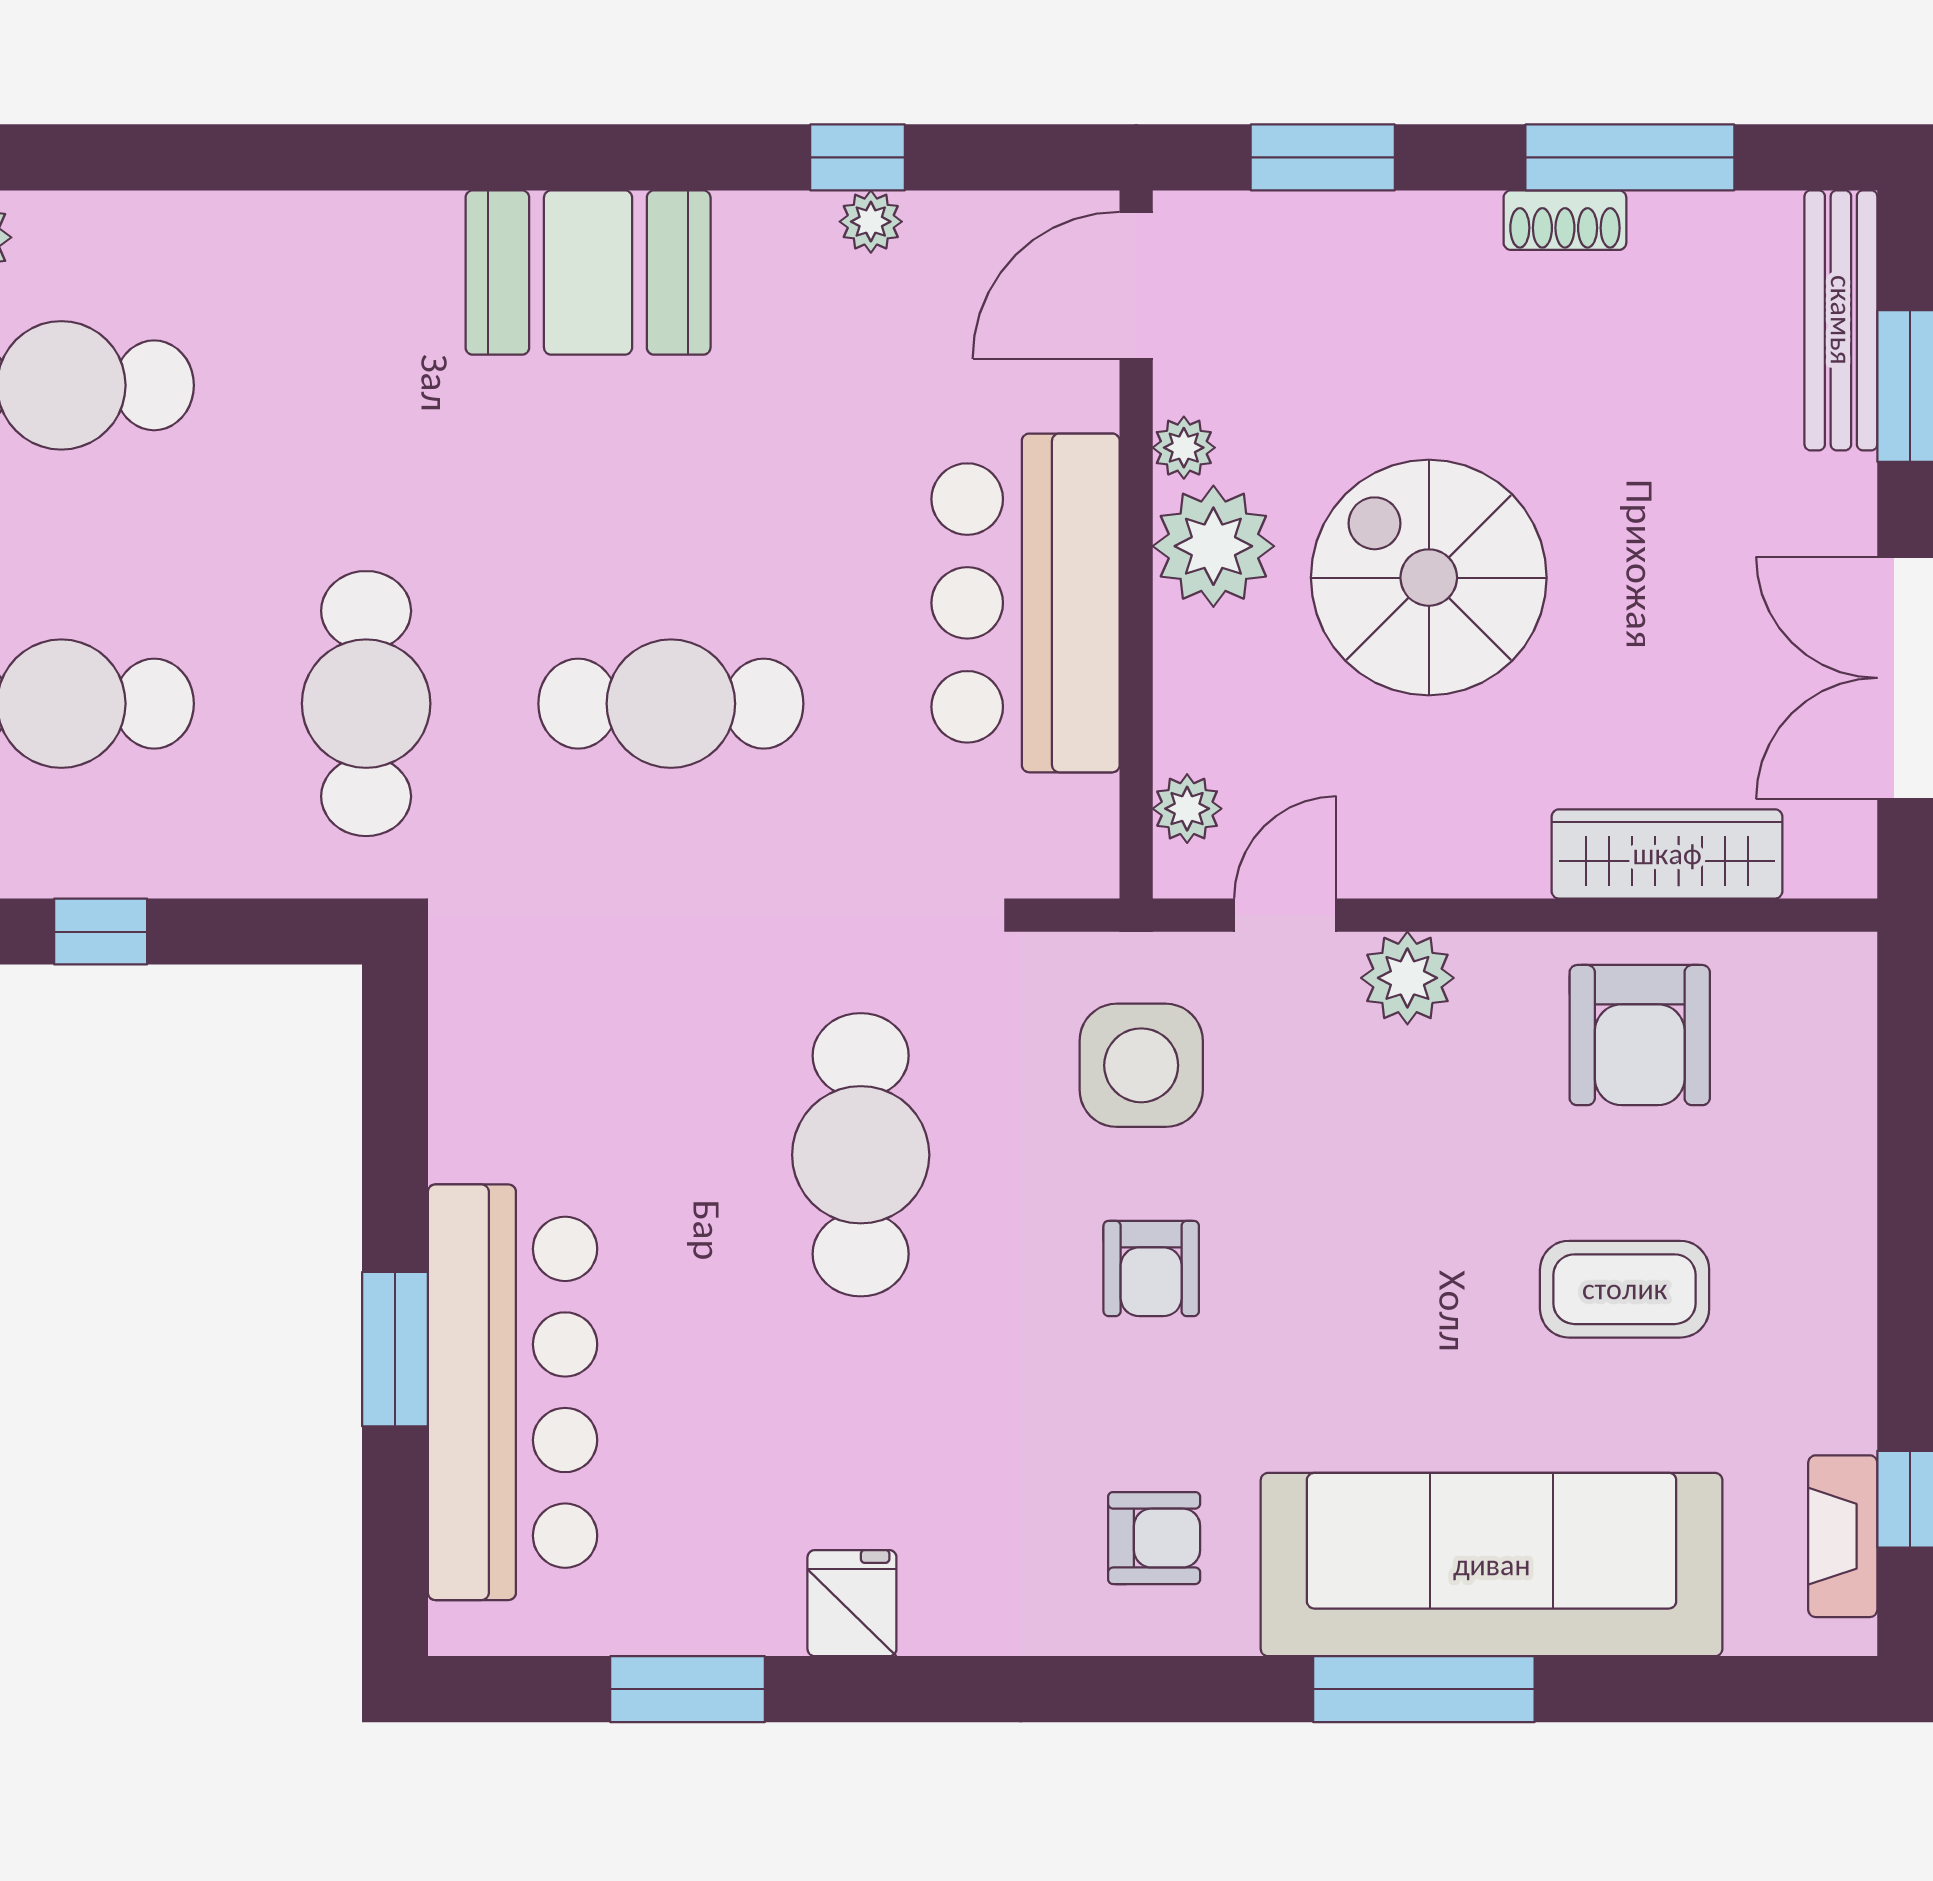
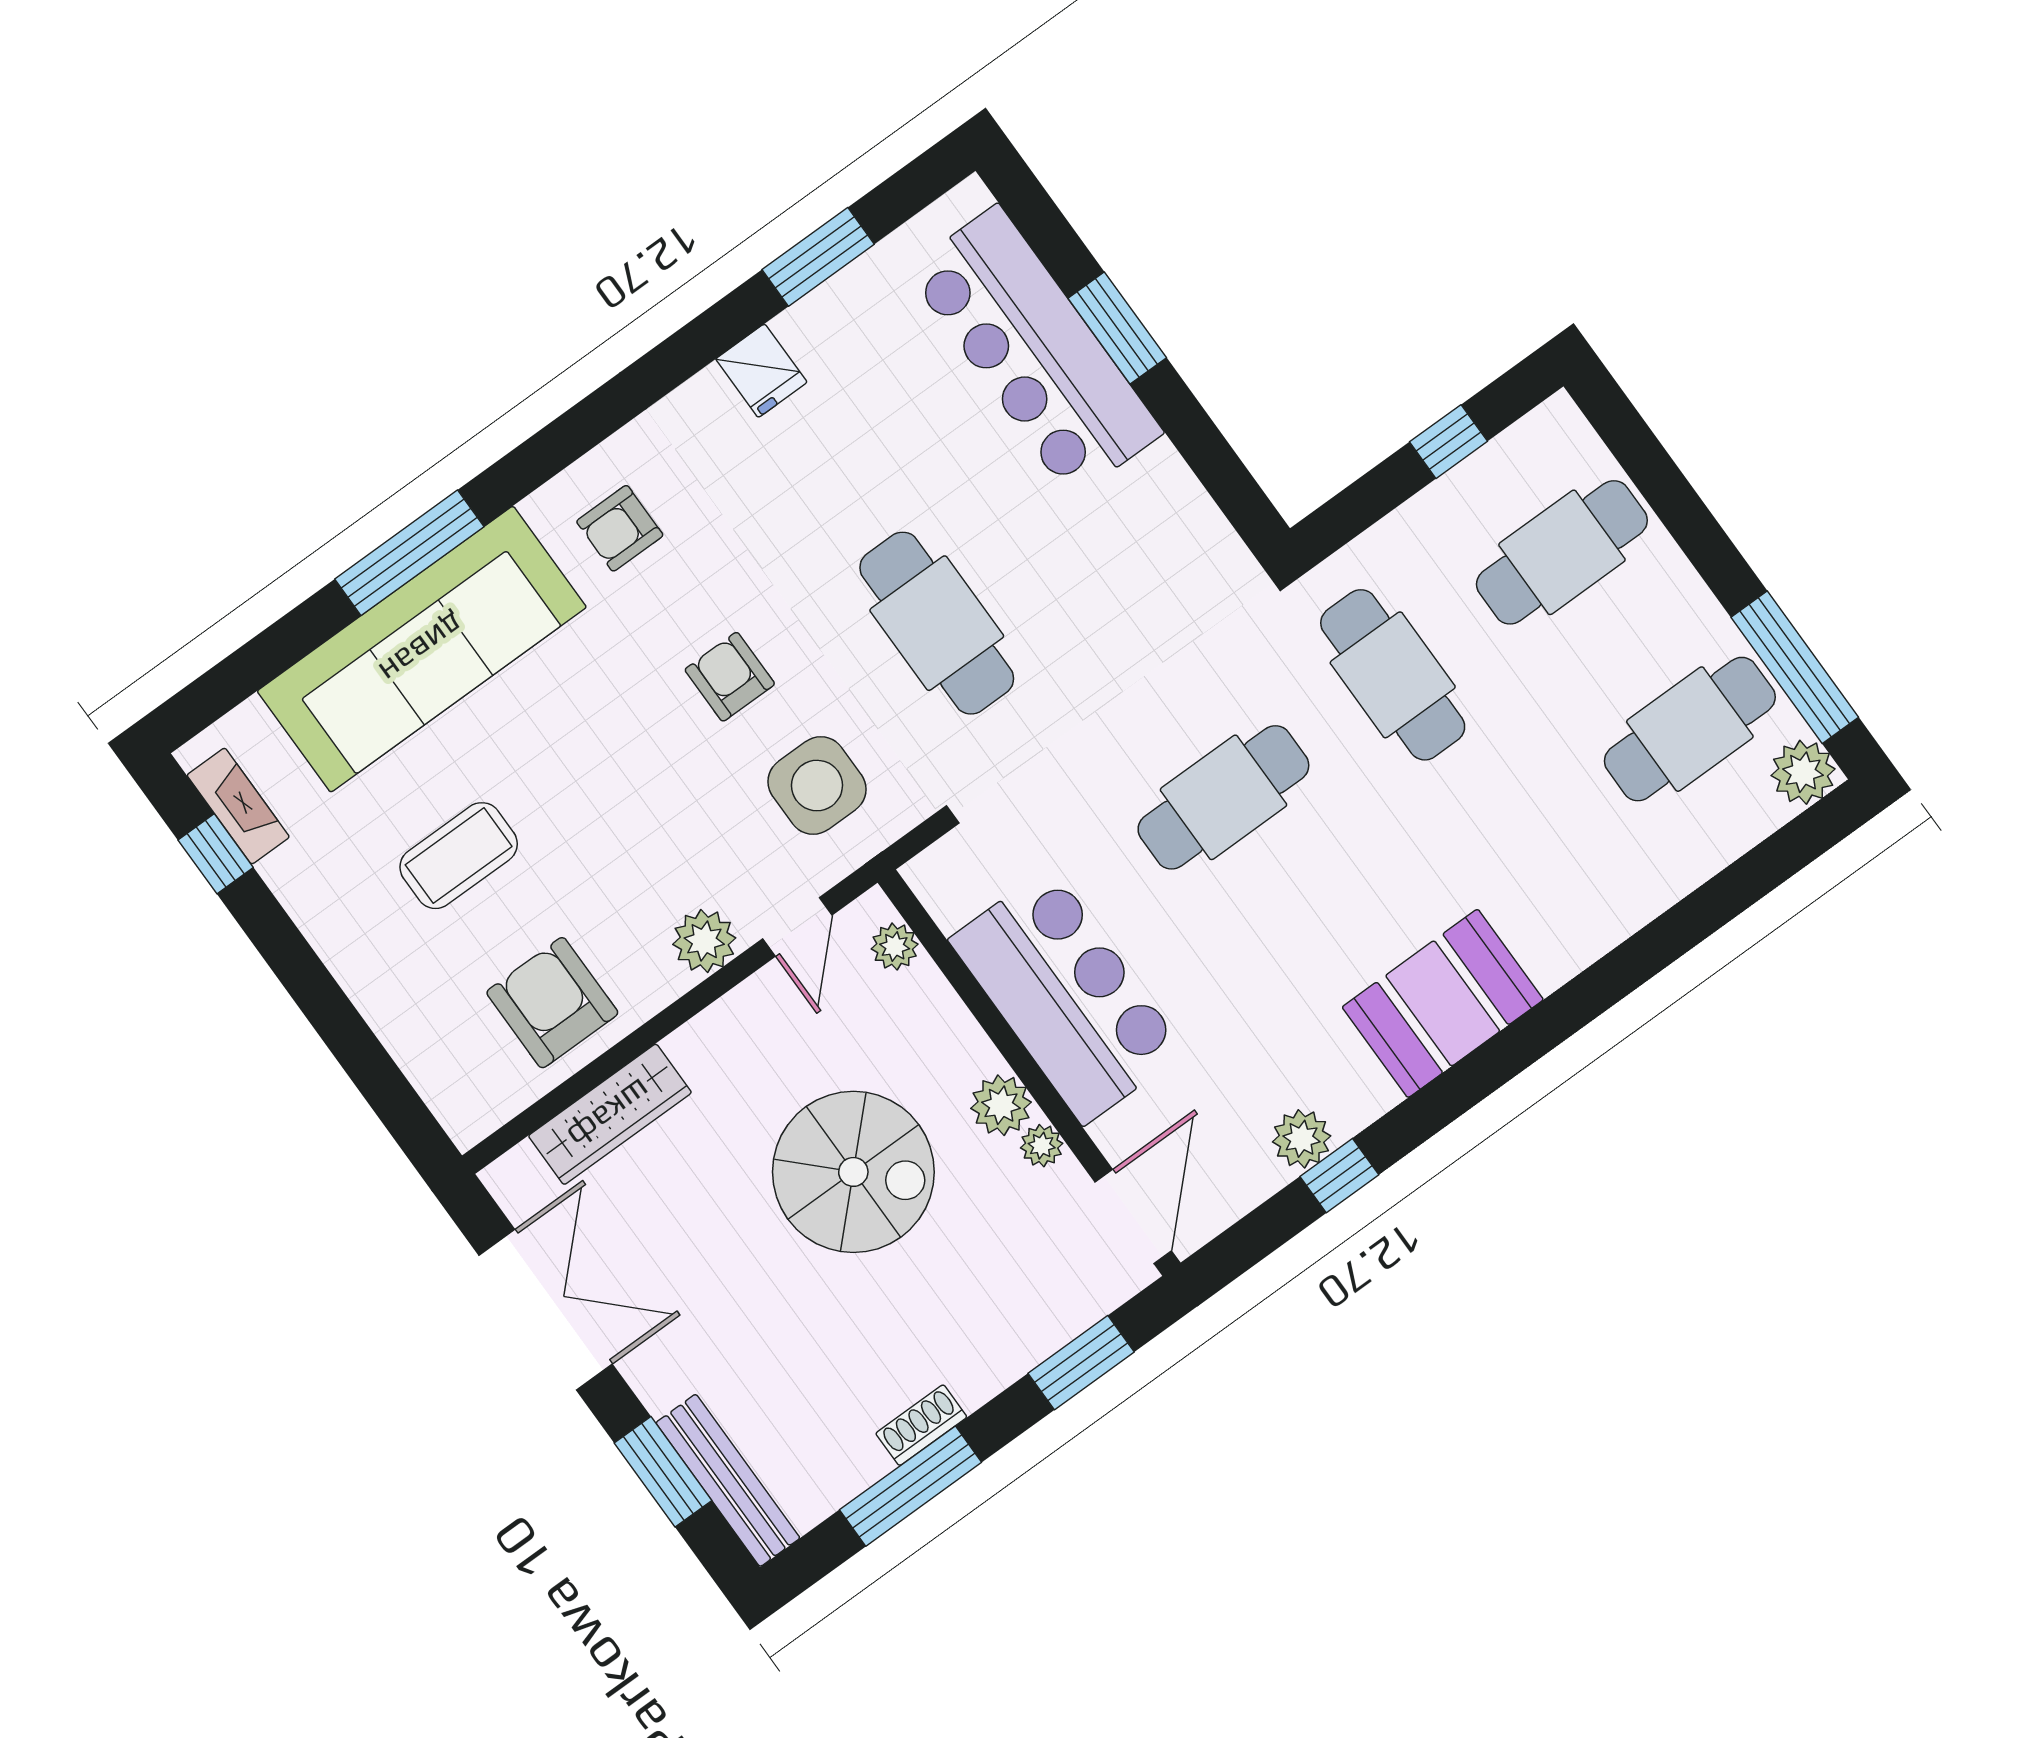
plant: (871, 222) -> (1302, 1139), width x1.38, depth x1.38
plant: (1213, 546) -> (1001, 1105), width x0.73, depth x0.73

